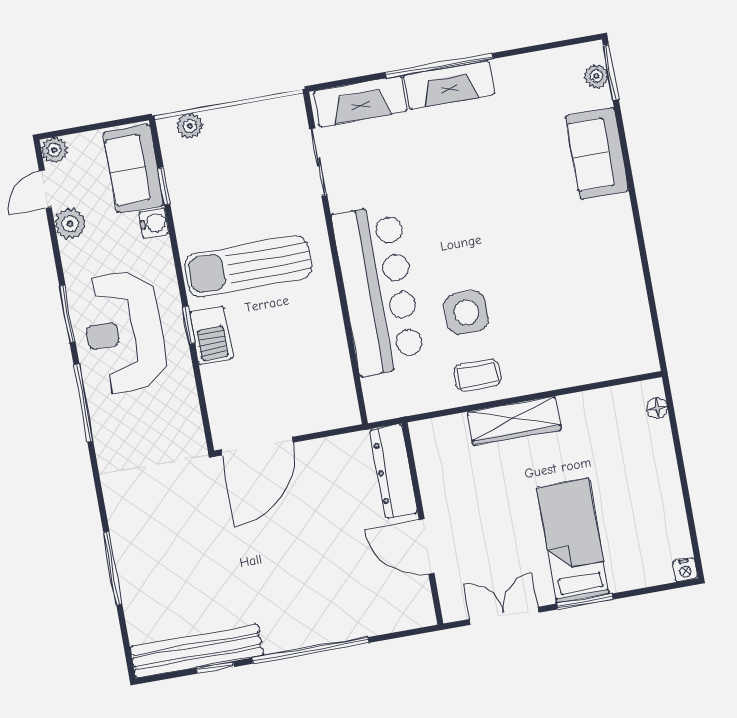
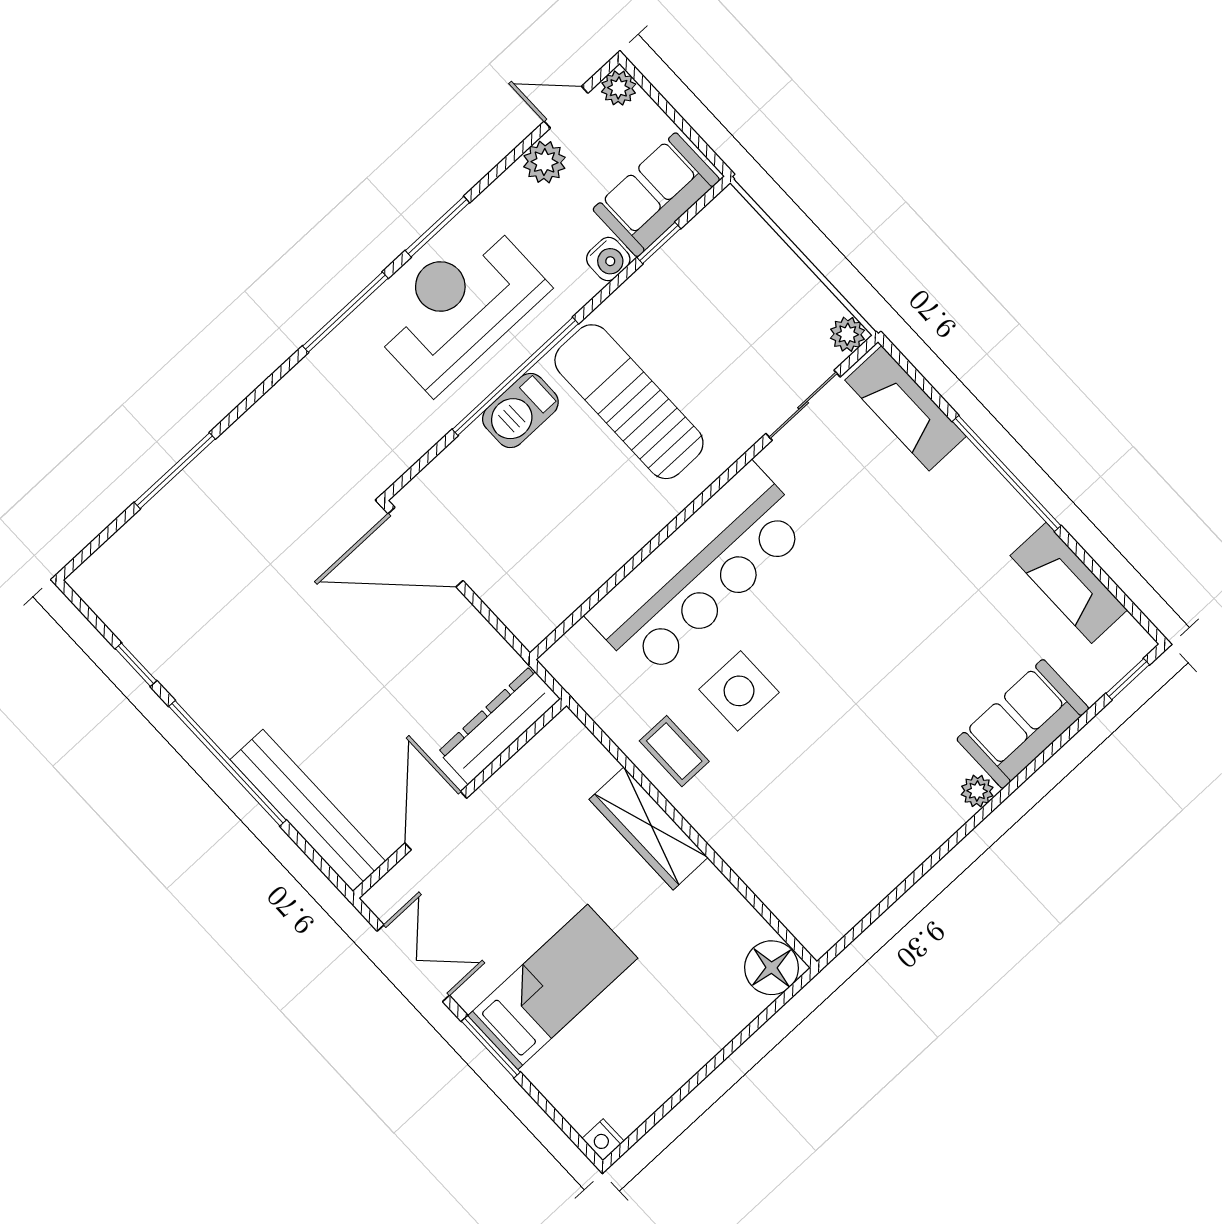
window: (611, 72) -> (1128, 679), width x0.67
plant: (597, 76) -> (977, 791), moved
fireplace: (449, 85) -> (1069, 583), moved
plant: (190, 126) -> (847, 334), moved
window: (189, 325) -> (515, 376), width x3.17
floor lamp: (657, 408) -> (772, 968), width x1.89, depth x1.89
bench: (197, 651) -> (308, 811), moved

